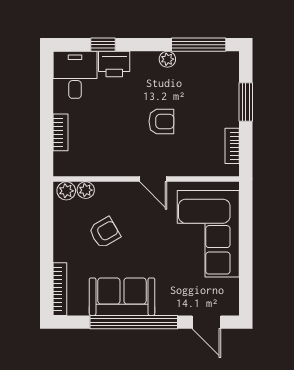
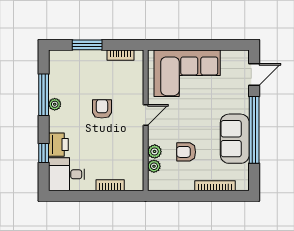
window: (199, 45) -> (44, 95), moved
plant: (66, 191) -> (155, 151), moved
armchair: (105, 232) -> (186, 152), turned -60
bookcase: (60, 289) -> (215, 186), moved

